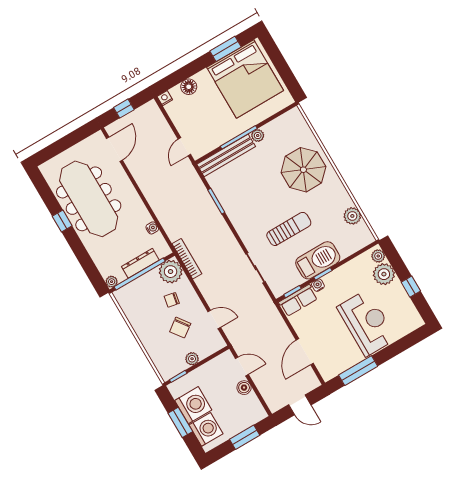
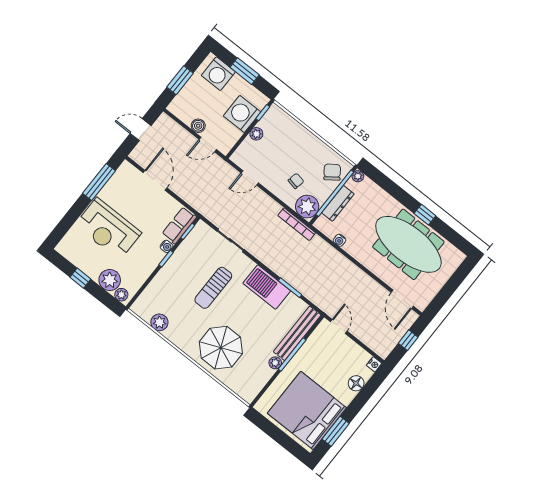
barbecue: (318, 260) -> (267, 287), moved, turned 90
chair: (180, 328) -> (332, 172), moved
washing machine: (193, 405) -> (242, 114), moved, turned 90

